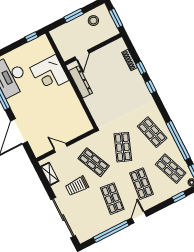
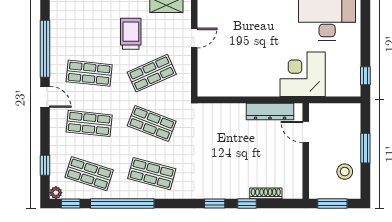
shop shelf: (152, 132) -> (152, 174), turned 30
shop shelf: (171, 169) -> (89, 174), turned 39

